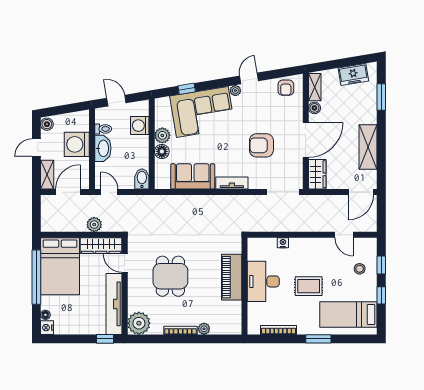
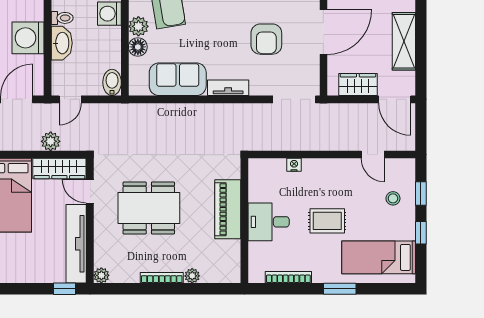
armchair: (261, 145) -> (266, 39), turned -90
wardrobe: (317, 174) -> (358, 85), moved, turned -90
door: (109, 192) -> (70, 99), swing flipped
door: (361, 192) -> (395, 99), hinge flipped
dining table: (170, 276) -> (149, 208), width x1.37
desk: (263, 281) -> (269, 222), width x0.73
plant: (139, 323) -> (101, 275), width x0.53, depth x0.53

